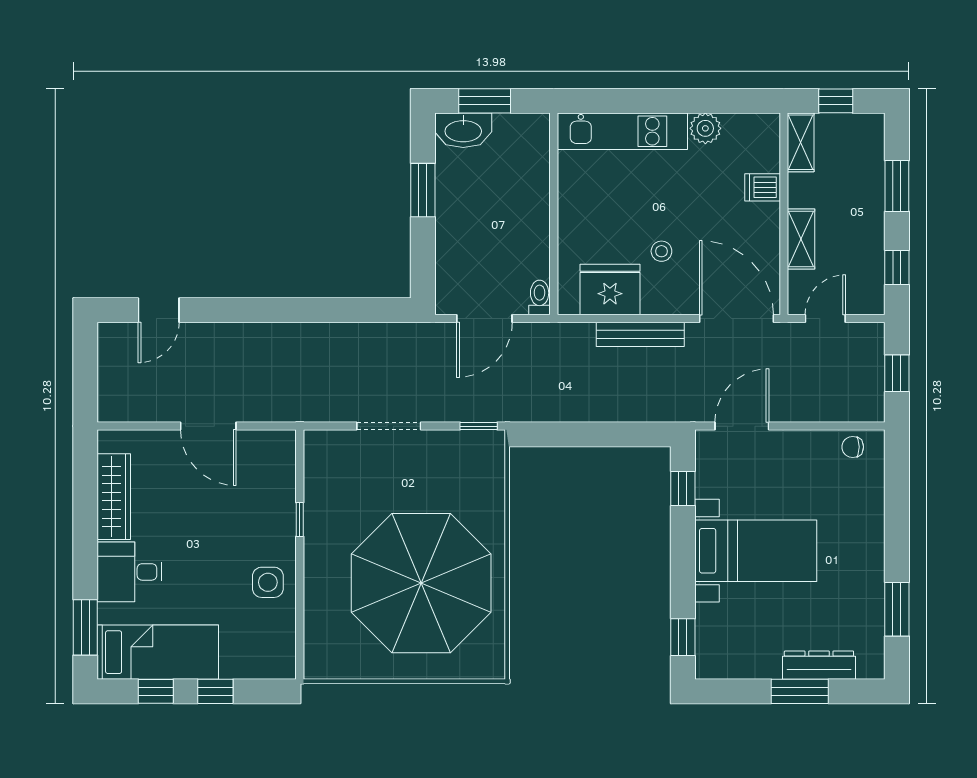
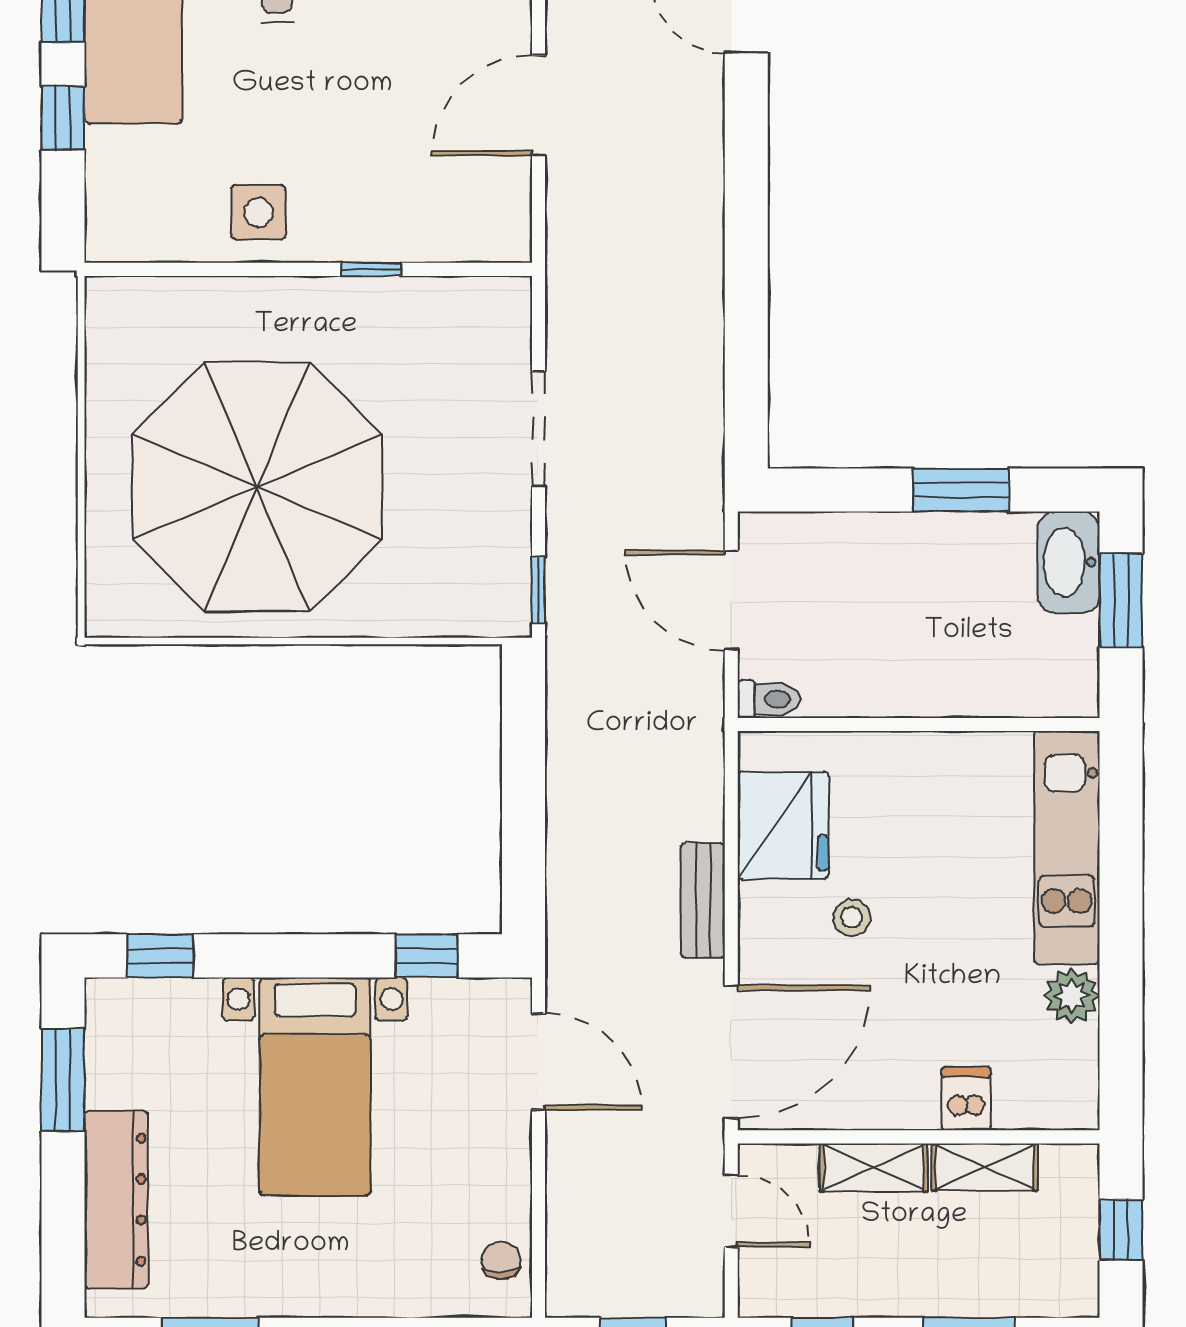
shelving: (801, 142) -> (985, 1167), moved
bench: (640, 334) -> (703, 900), width x0.73
dresser: (819, 665) -> (116, 1200), width x1.37, depth x1.24
window: (800, 691) -> (63, 1080), moved

